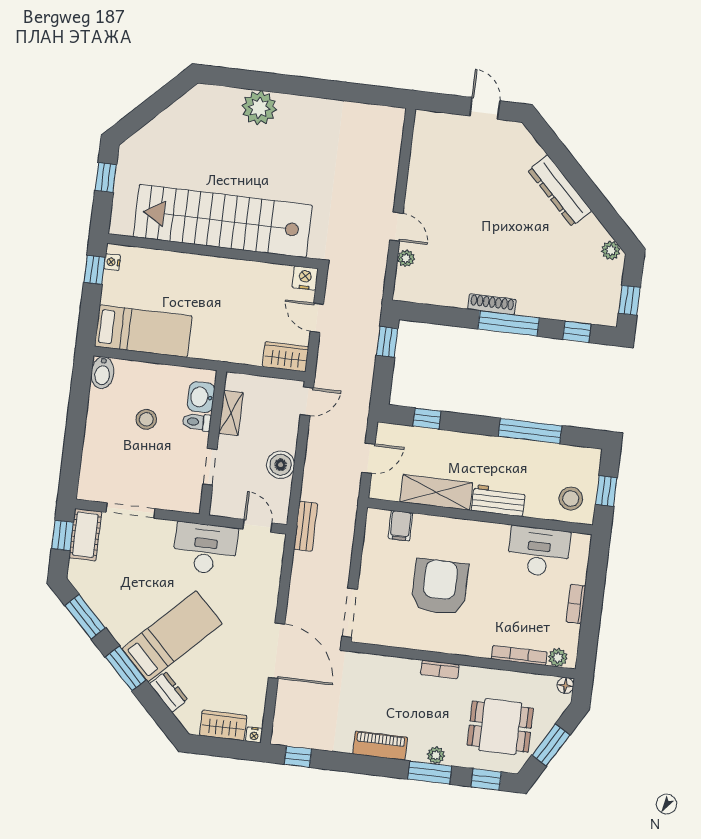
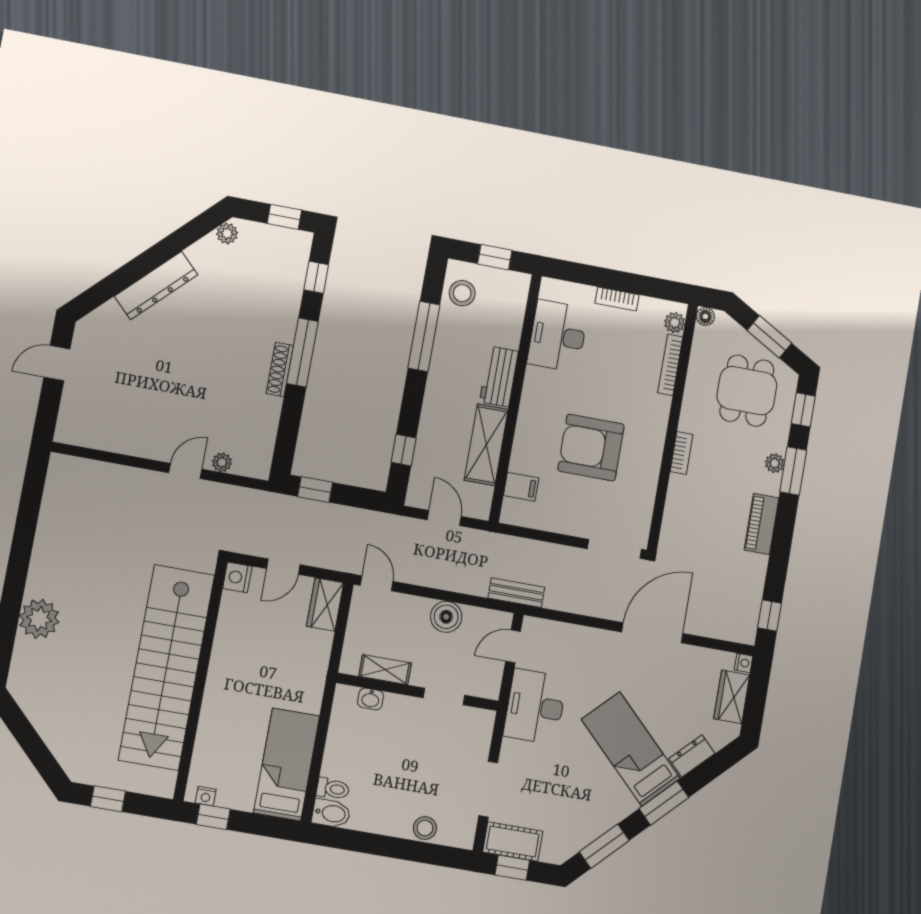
washbasin: (201, 397) -> (371, 699), width x0.72, depth x0.69
stool: (146, 419) -> (425, 828), moved
toilet: (197, 422) -> (333, 789), moved, turned -90
stool: (571, 499) -> (462, 293), moved

